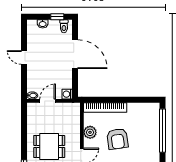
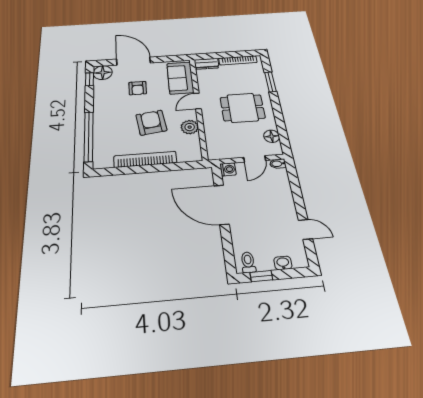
door: (75, 54) -> (222, 205), moved
door: (24, 57) -> (305, 229), moved
bookcase: (105, 107) -> (145, 159), moved
floor lamp: (32, 119) -> (272, 136), added

